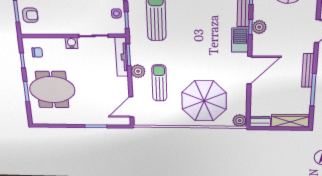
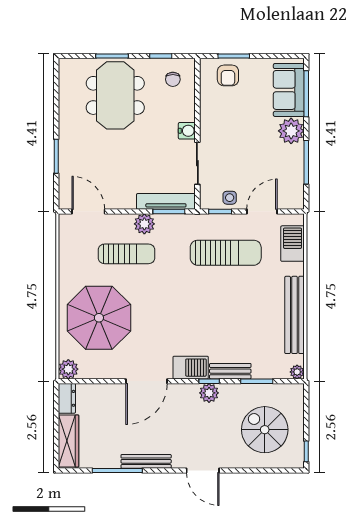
door: (249, 70) -> (146, 381), hinge flipped

